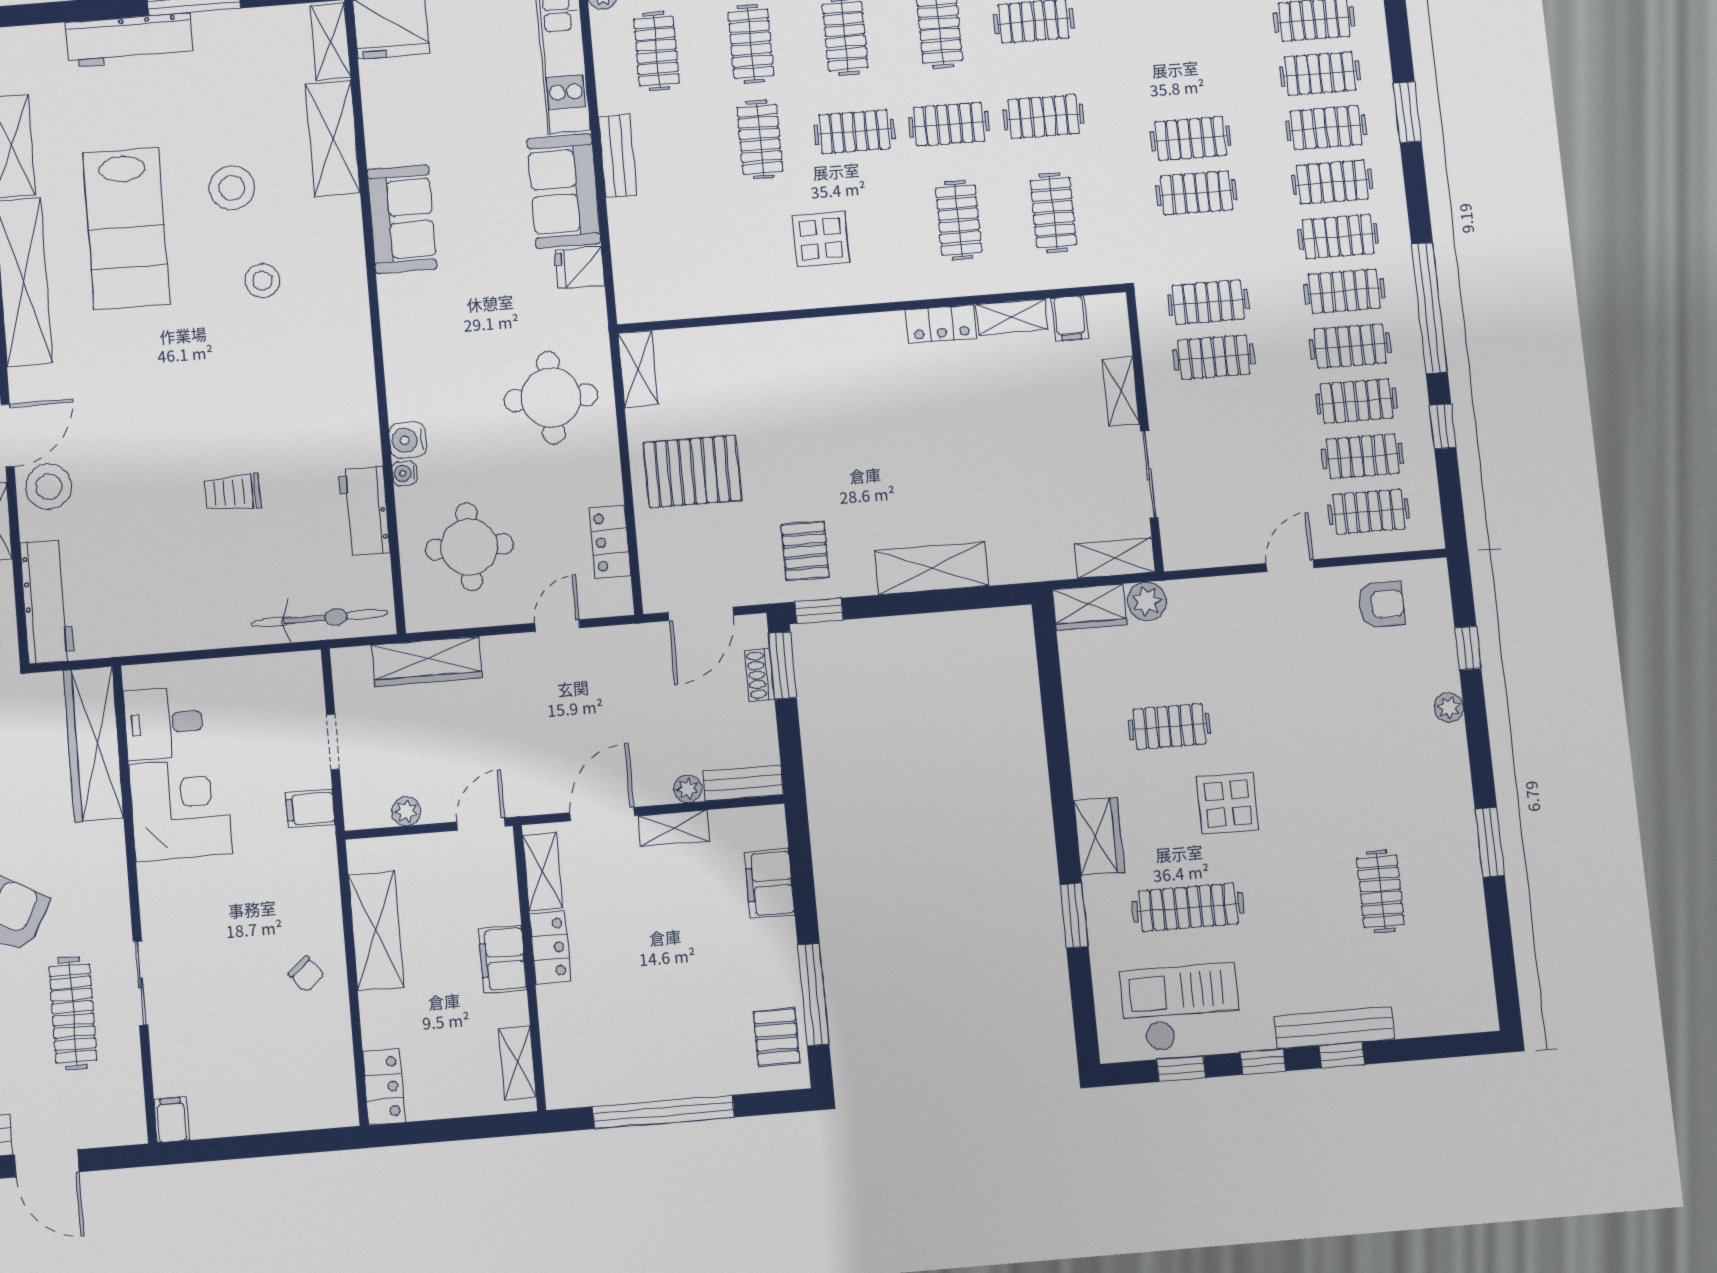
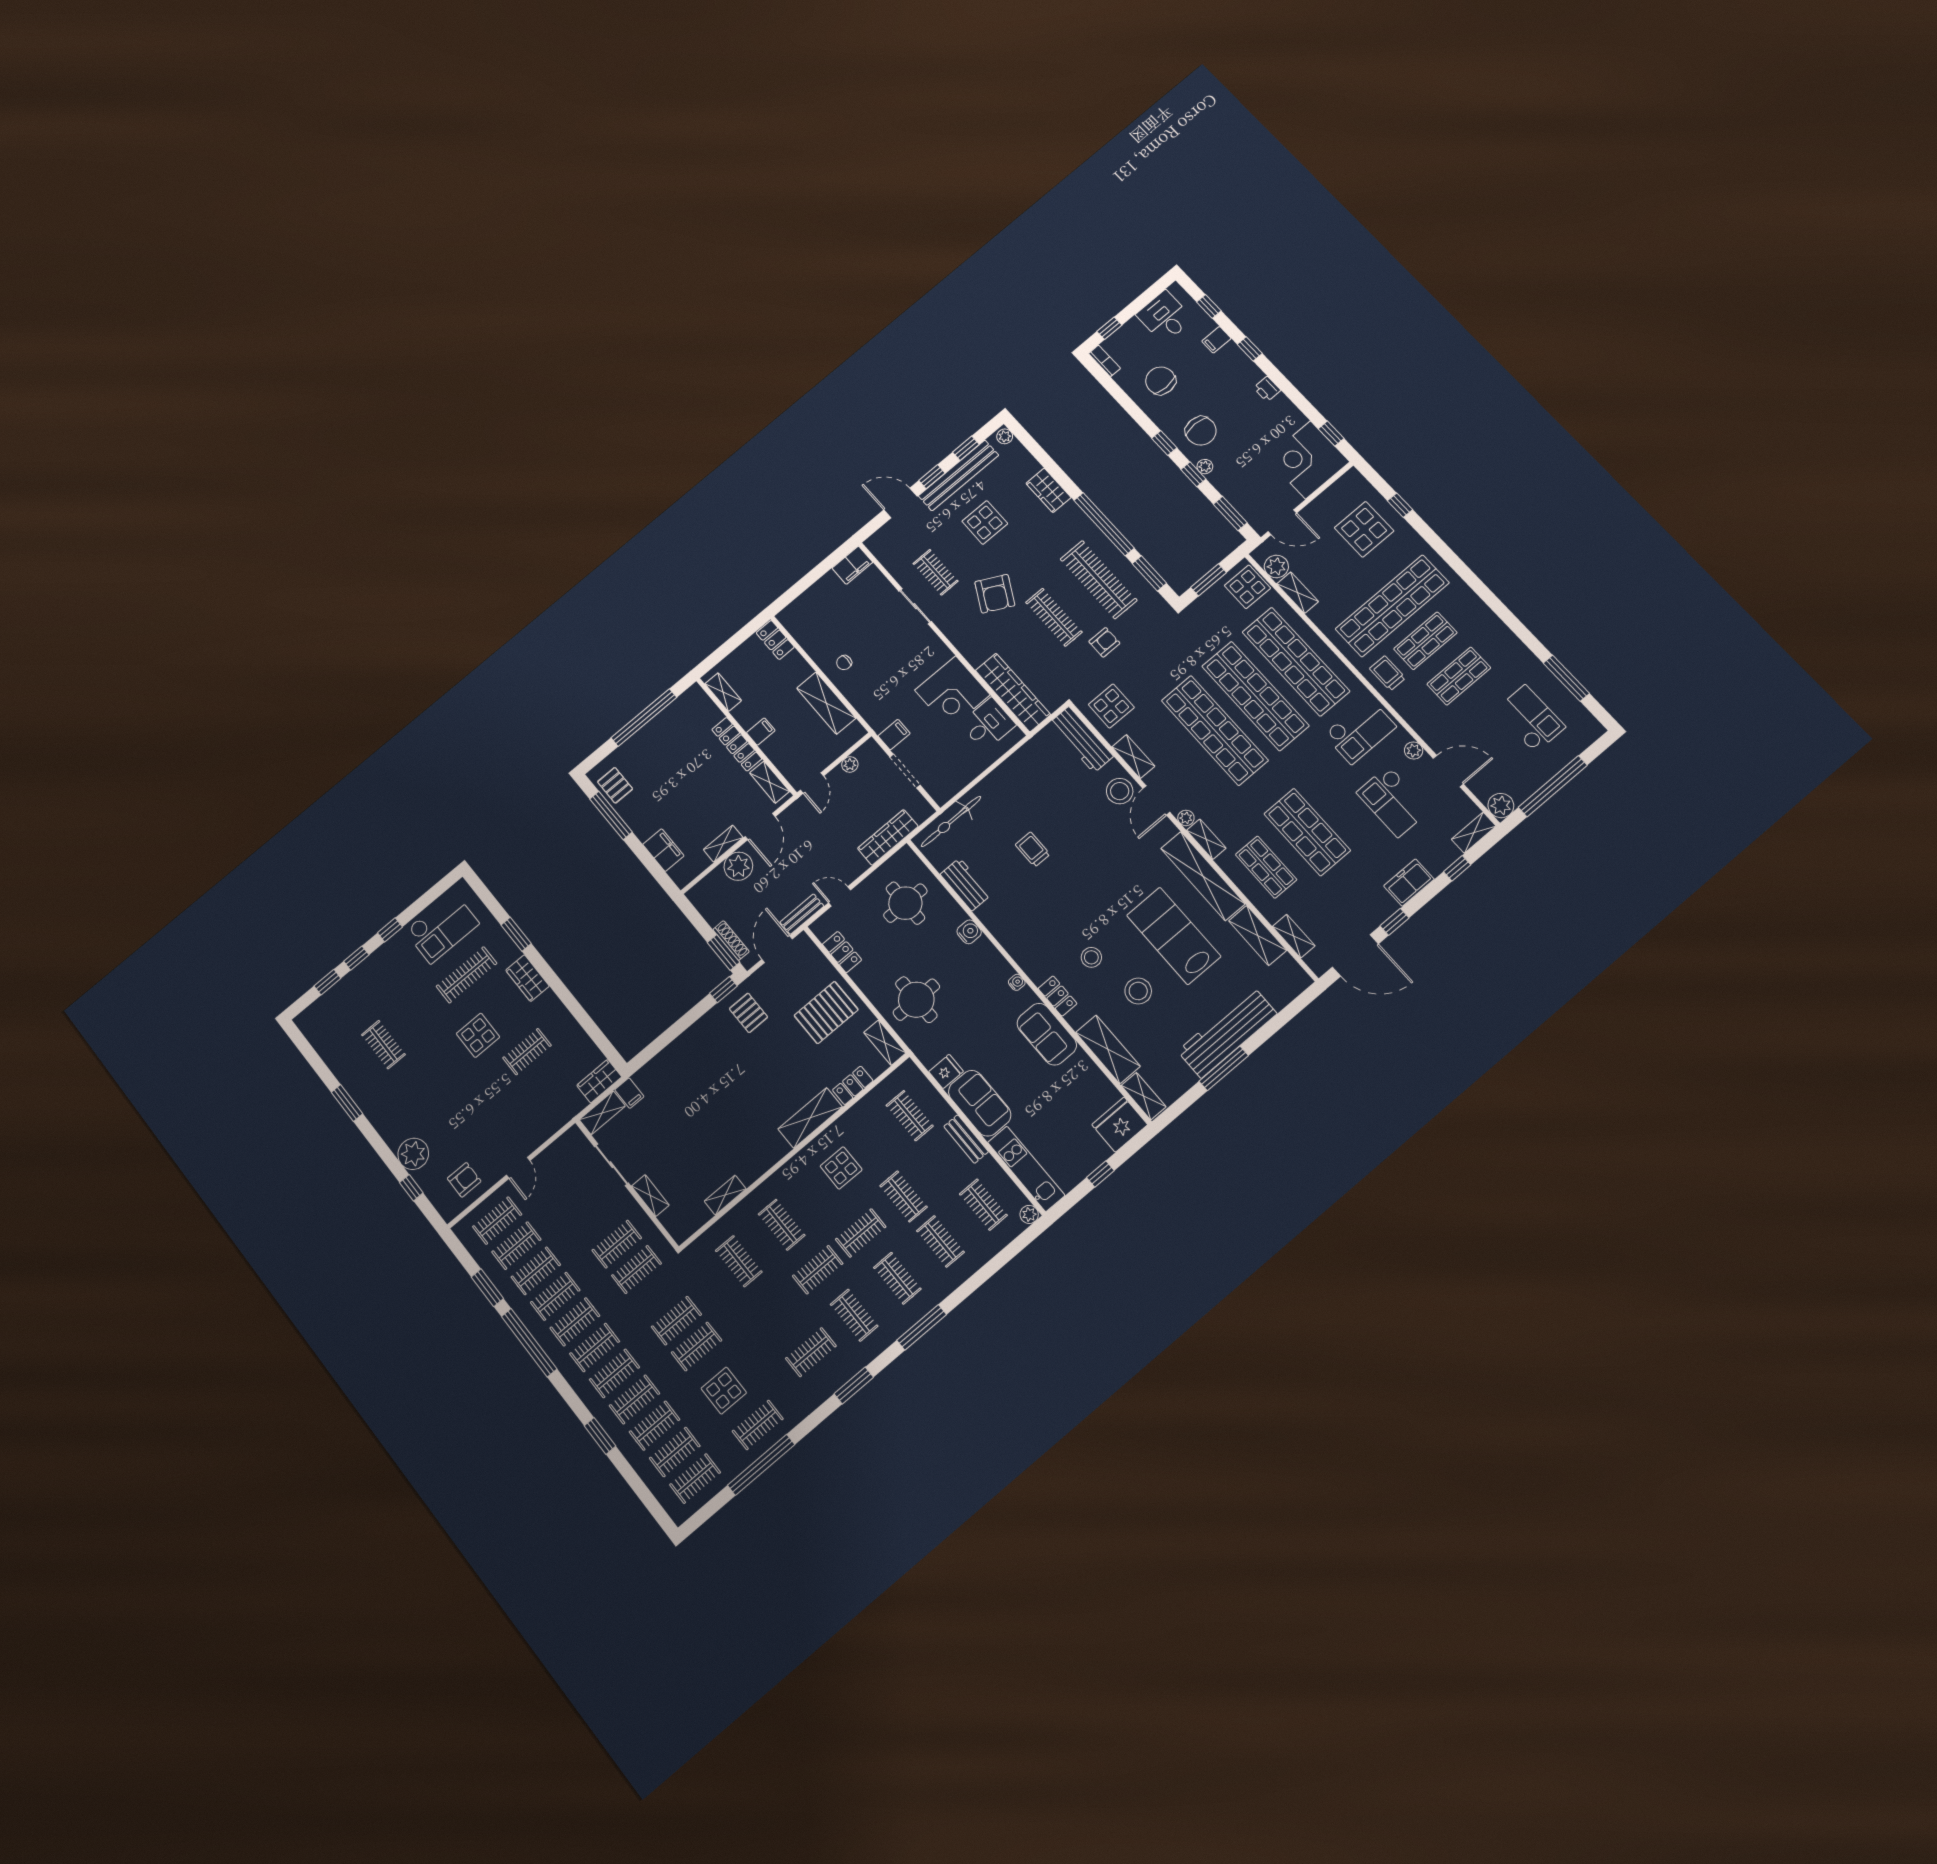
workbench: (129, 40) -> (1227, 1032), width x1.36, depth x1.32
display table: (1191, 54) -> (724, 1391), added
clothes rail: (1044, 117) -> (910, 1116), moved, turned 90
locker: (349, 261) -> (1057, 996), added
filing cabinet: (1070, 318) -> (629, 1093), moved, turned 180
locker: (941, 324) -> (853, 1085), moved
window: (1443, 426) -> (487, 1288), width x1.50
water cooler: (405, 473) -> (1017, 982), moved
trolley: (233, 492) -> (1033, 849), turned -90
shelving: (932, 568) -> (810, 1118), moved
plant: (1147, 601) -> (574, 1103), removed
armchair: (1381, 604) -> (464, 1180), turned 180
door: (557, 626) -> (840, 896), swing flipped
shoe rack: (760, 675) -> (731, 941), width x1.43
plant: (1449, 707) -> (413, 1154), width x1.88, depth x1.88
doorway: (333, 742) -> (905, 771), width x1.38
bench: (743, 783) -> (802, 914), moved
plant: (688, 789) -> (738, 866), width x1.88, depth x1.88
locker: (550, 947) -> (737, 744), width x1.53
filing cabinet: (503, 959) -> (761, 732), width x0.50
chair: (306, 974) -> (844, 663), turned -50
clothes rail: (73, 1013) -> (936, 572), width x0.73
bench: (1334, 1028) -> (367, 968), removed
window: (1181, 1069) -> (327, 982), moved
filing cabinet: (171, 1120) -> (852, 565), width x2.00

